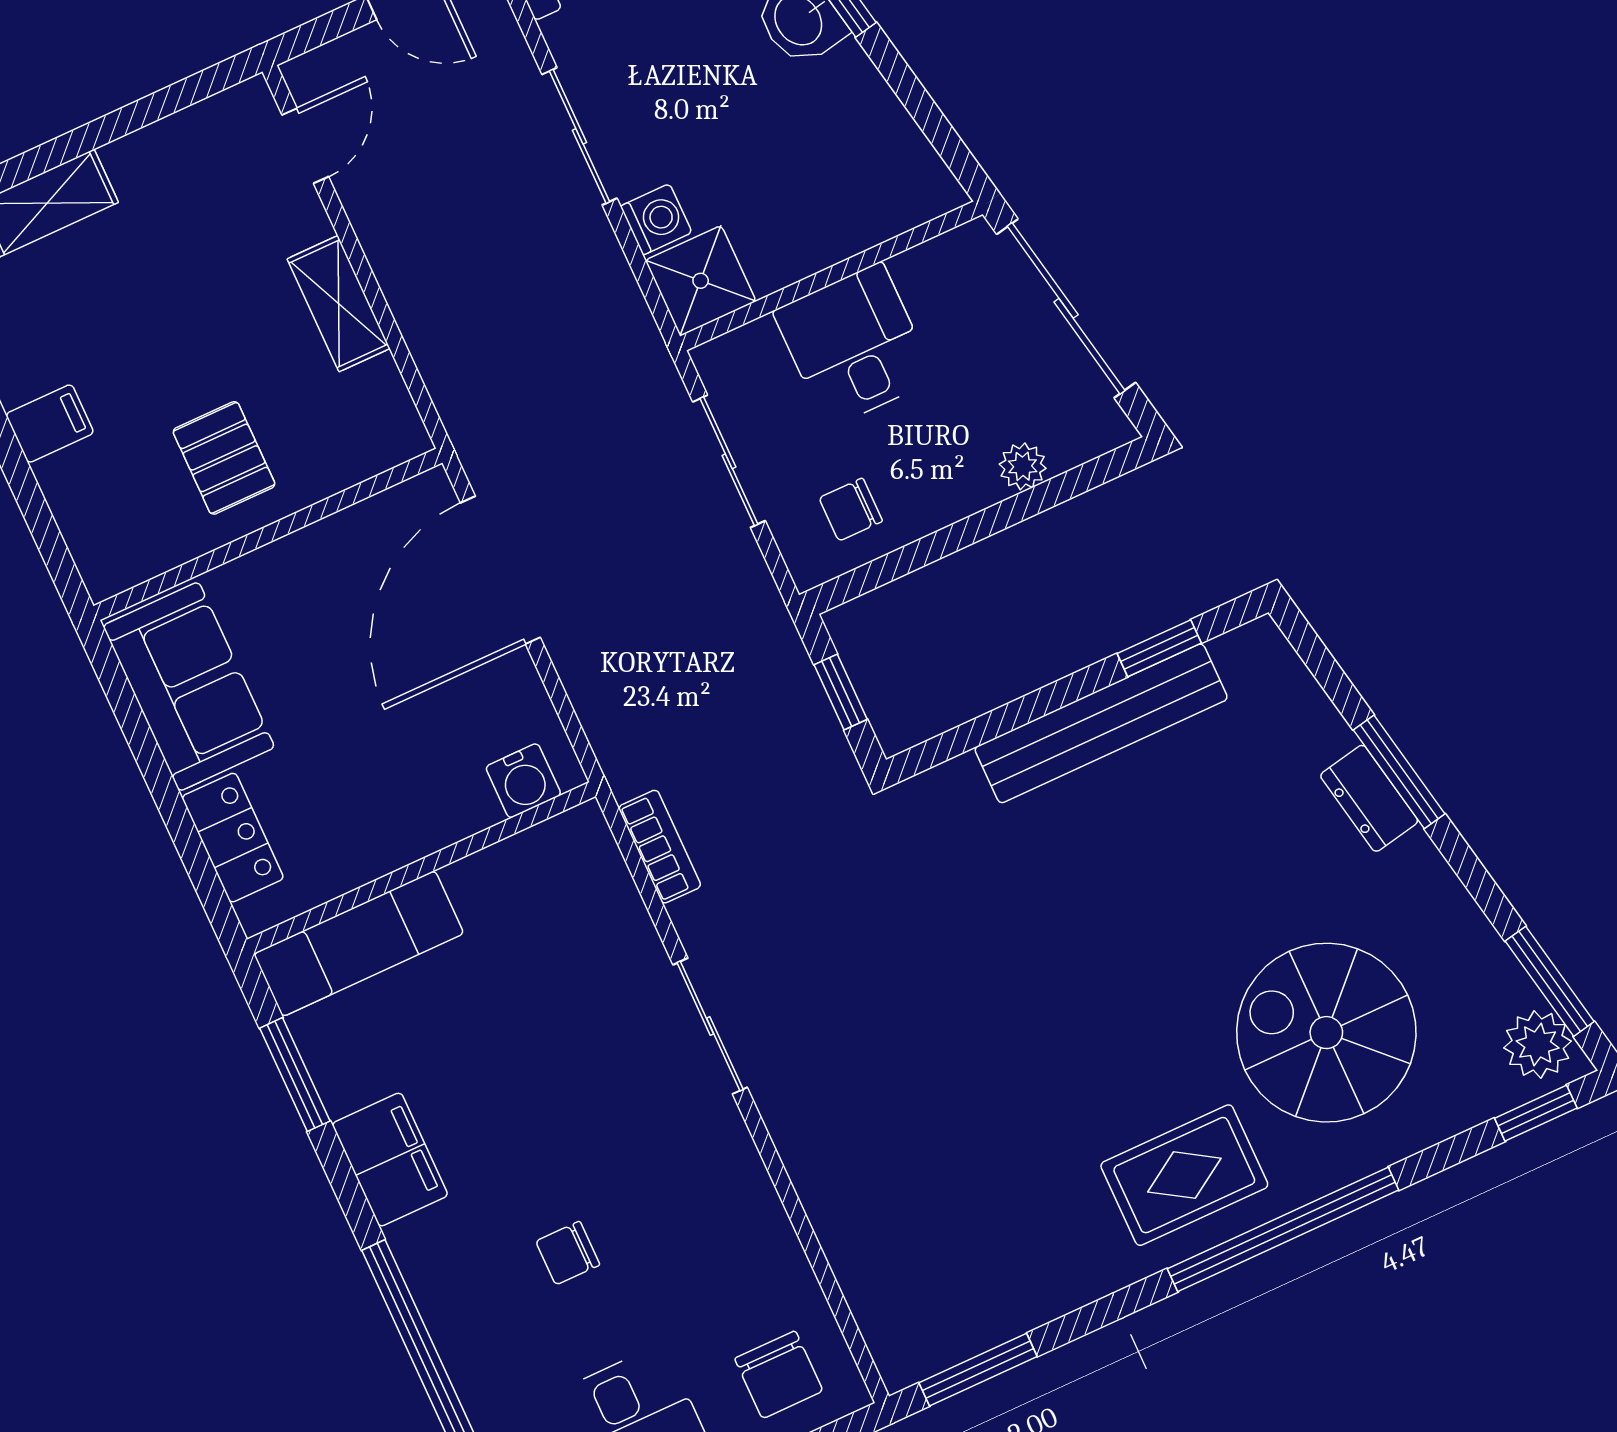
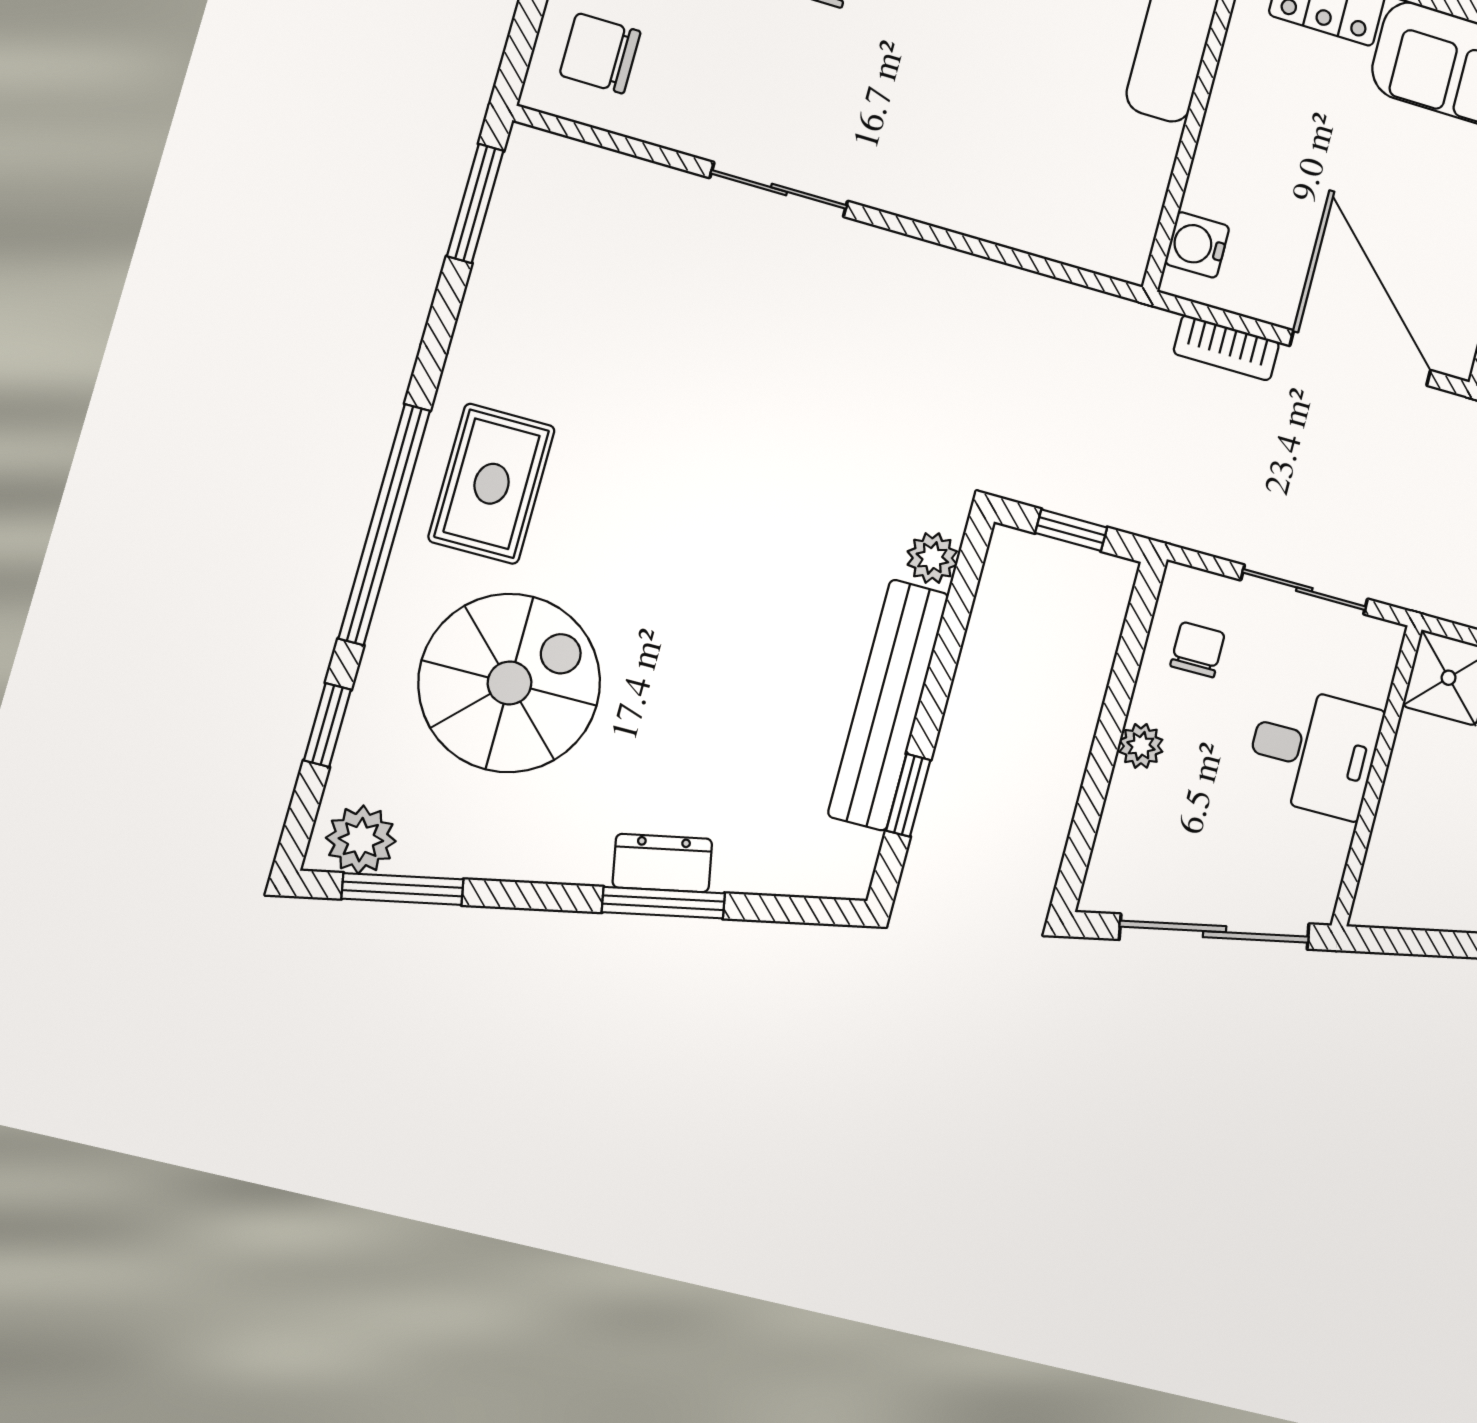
plant: (1023, 466) -> (1141, 746), moved
plant: (956, 785) -> (932, 558), added
bookcase: (660, 847) -> (1226, 348), moved
sliding door: (710, 1026) -> (779, 190), moved
window: (1536, 1113) -> (327, 725), moved

